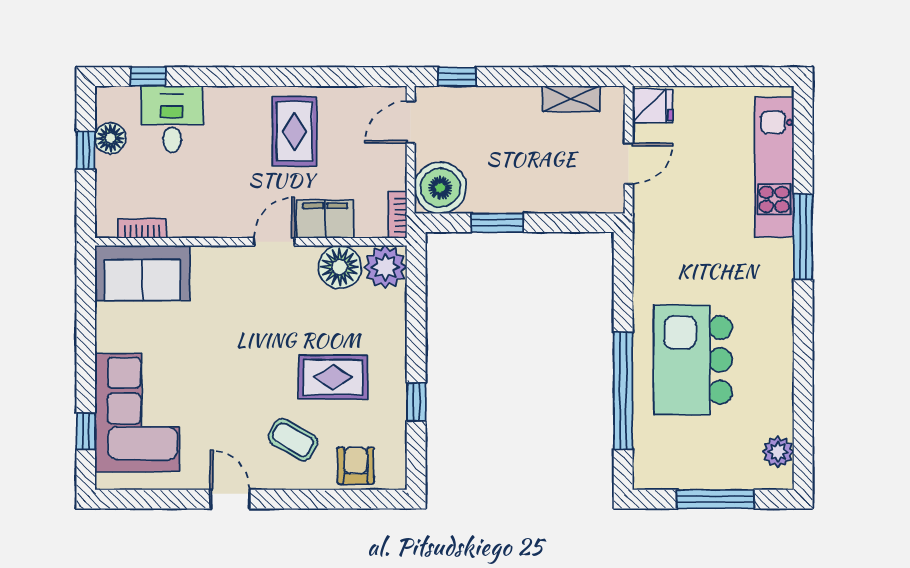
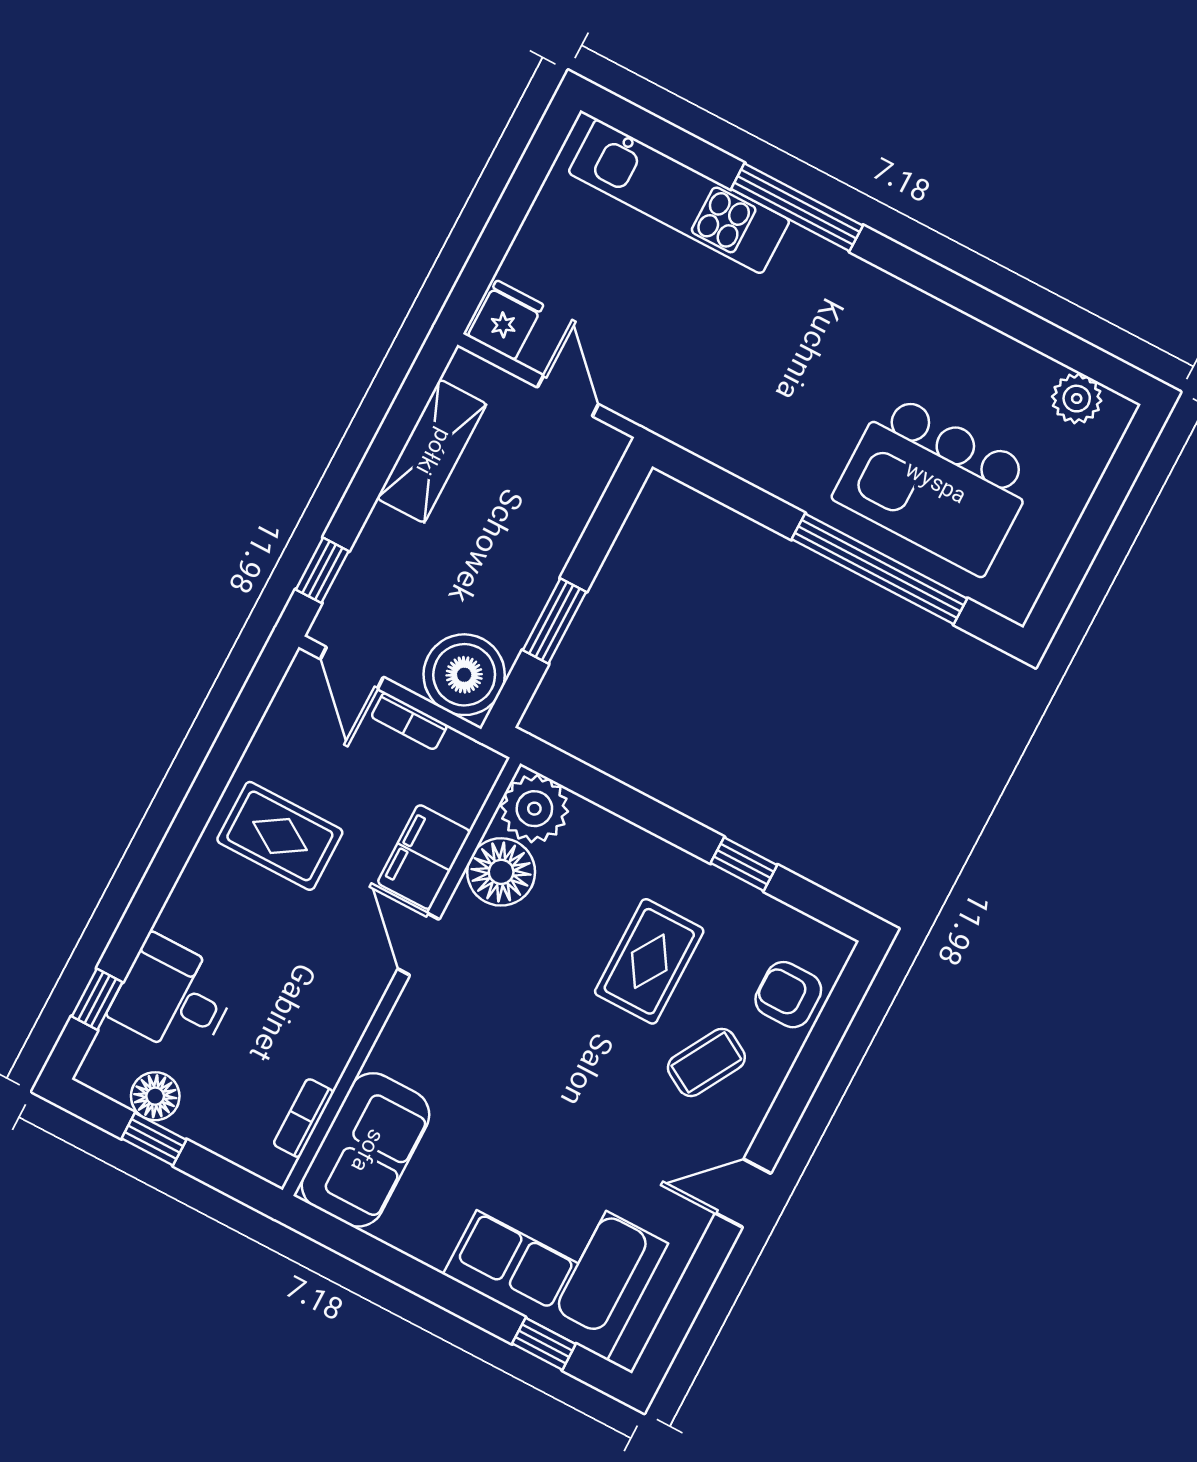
shelving: (571, 99) -> (432, 451), width x1.50, depth x1.33
bookcase: (398, 215) -> (409, 721), moved
kitchen island: (693, 360) -> (935, 484), moved
window: (716, 499) -> (1097, 519), removed

